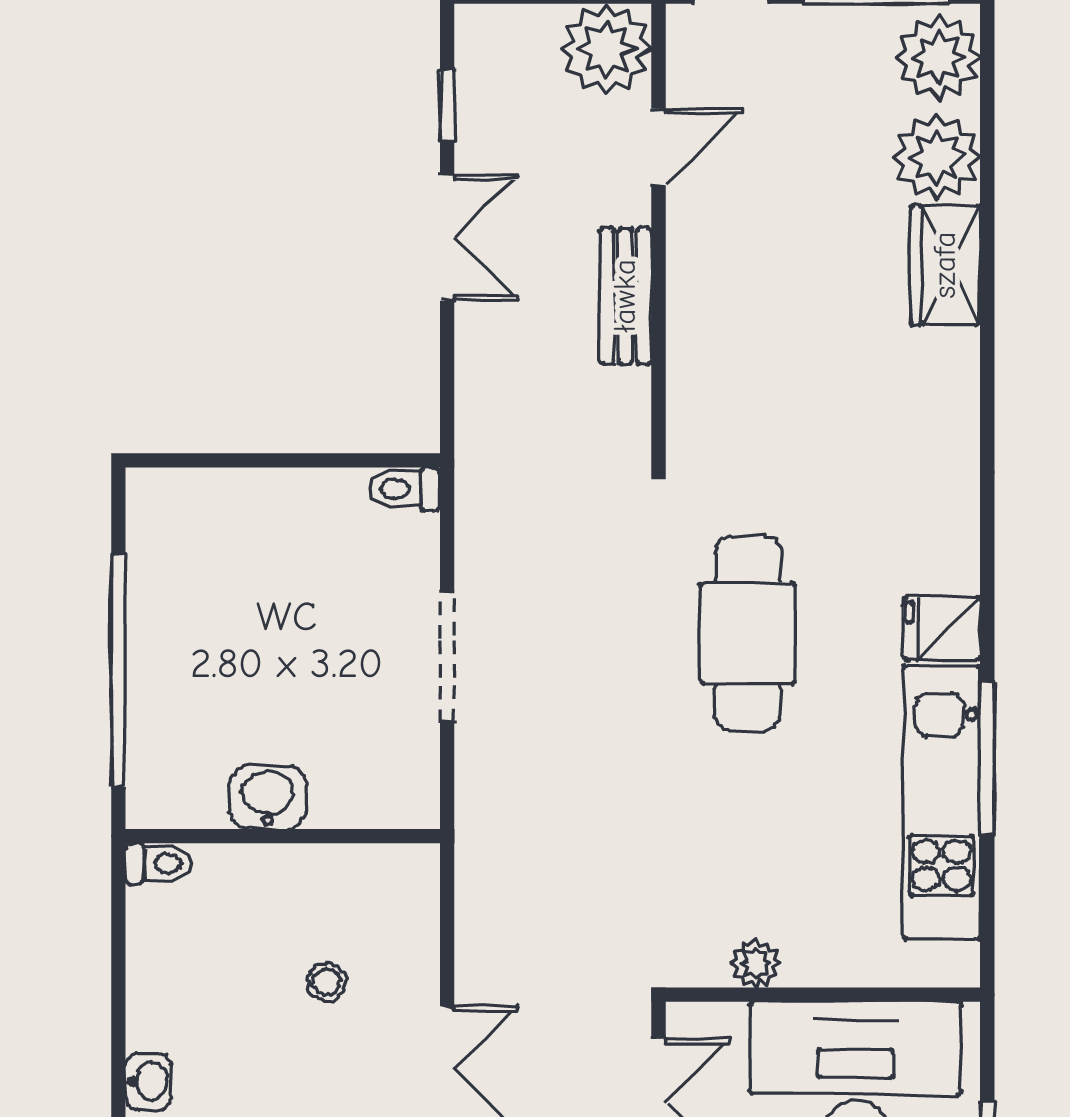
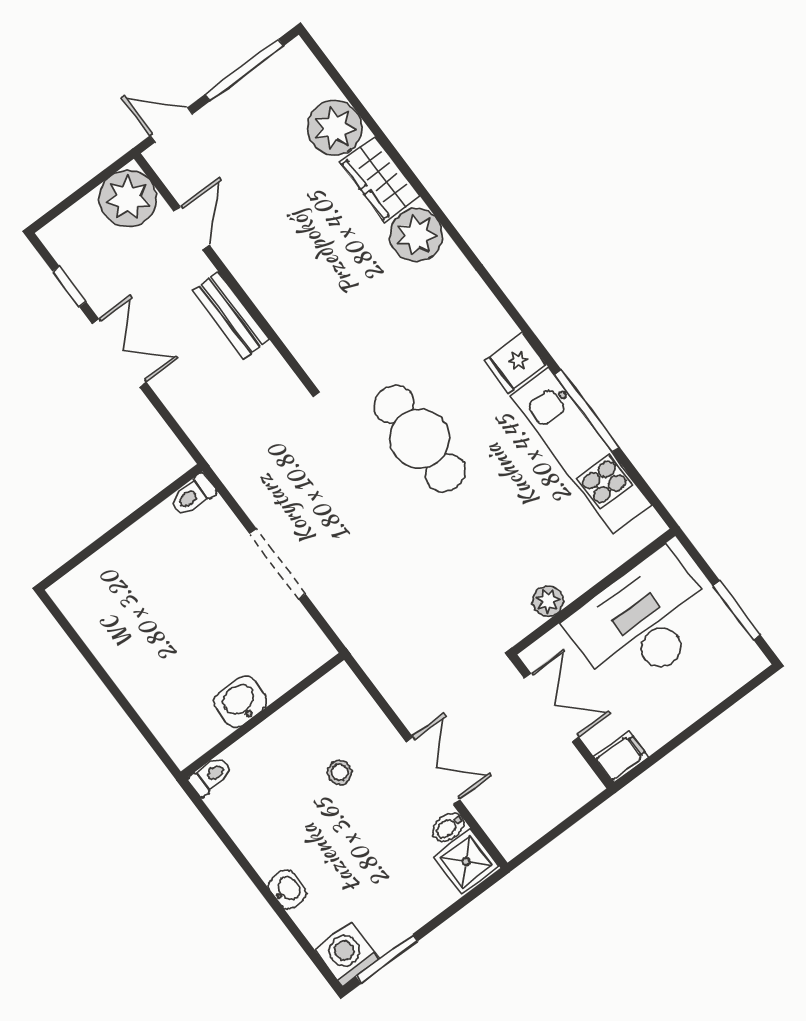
plant: (938, 57) -> (416, 235), moved
window: (118, 670) -> (117, 695), removed

